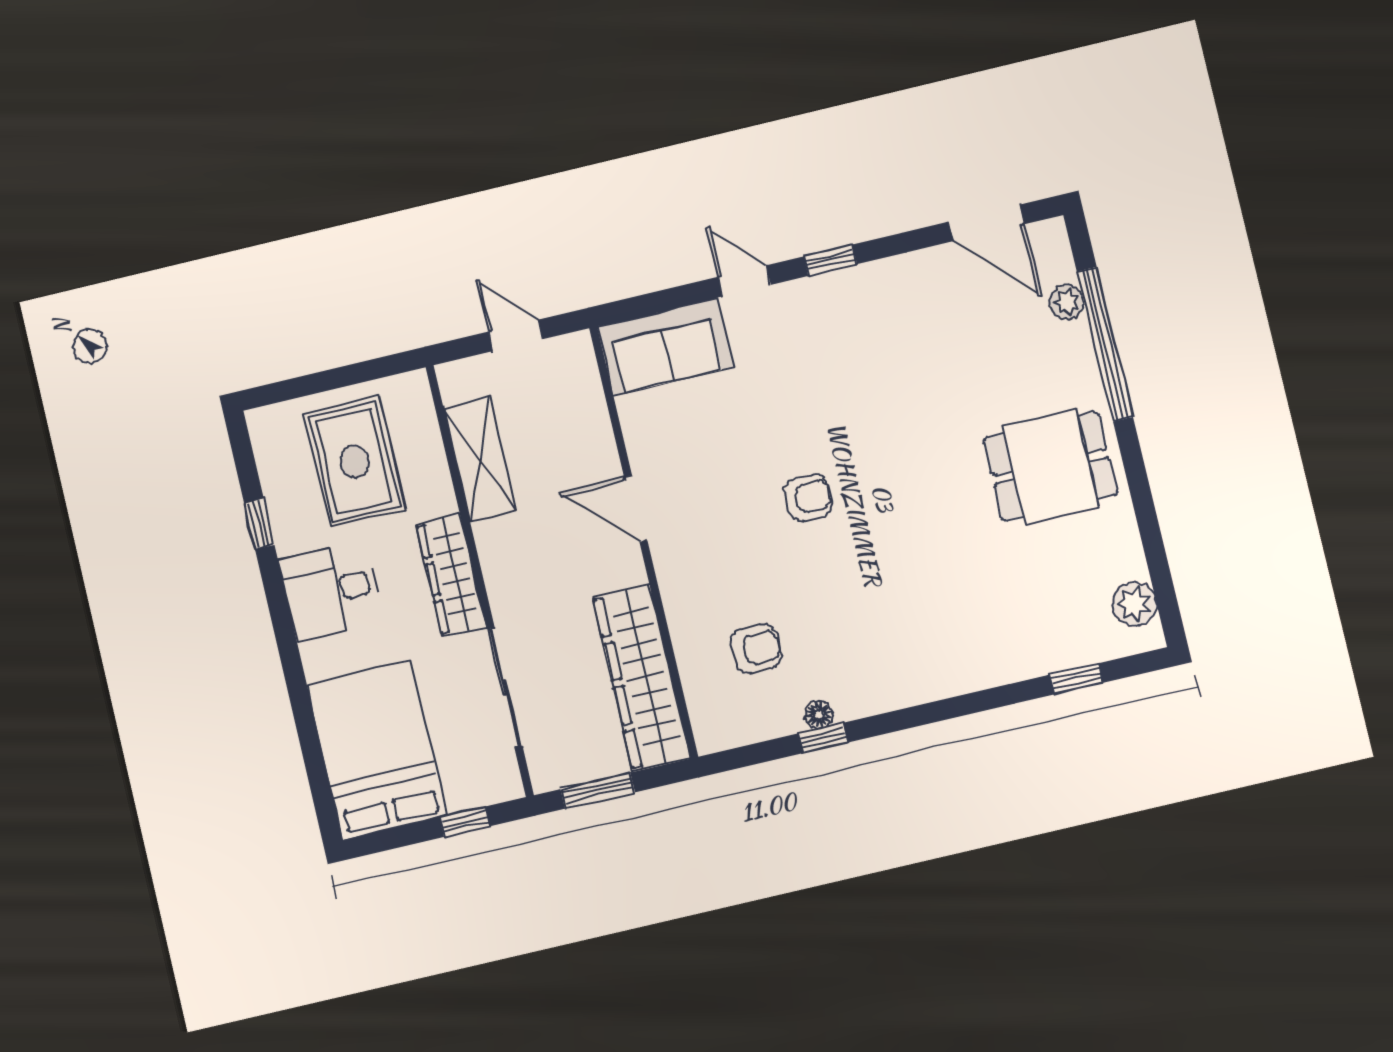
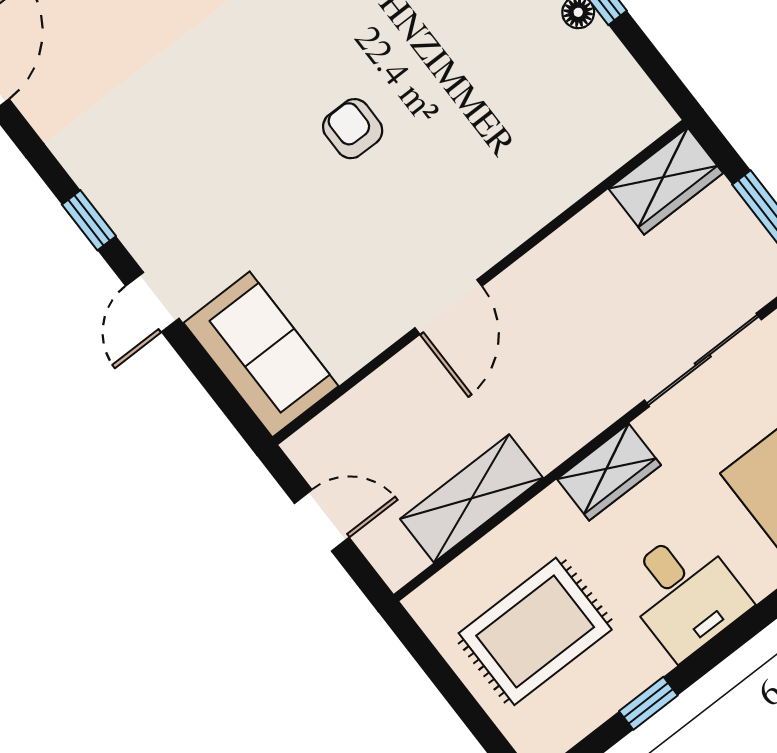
door: (515, 335) -> (322, 520), swing flipped
wardrobe: (451, 575) -> (609, 472), width x0.67
armchair: (756, 649) -> (539, 111), removed
wardrobe: (641, 678) -> (666, 181), width x0.48, depth x0.85

